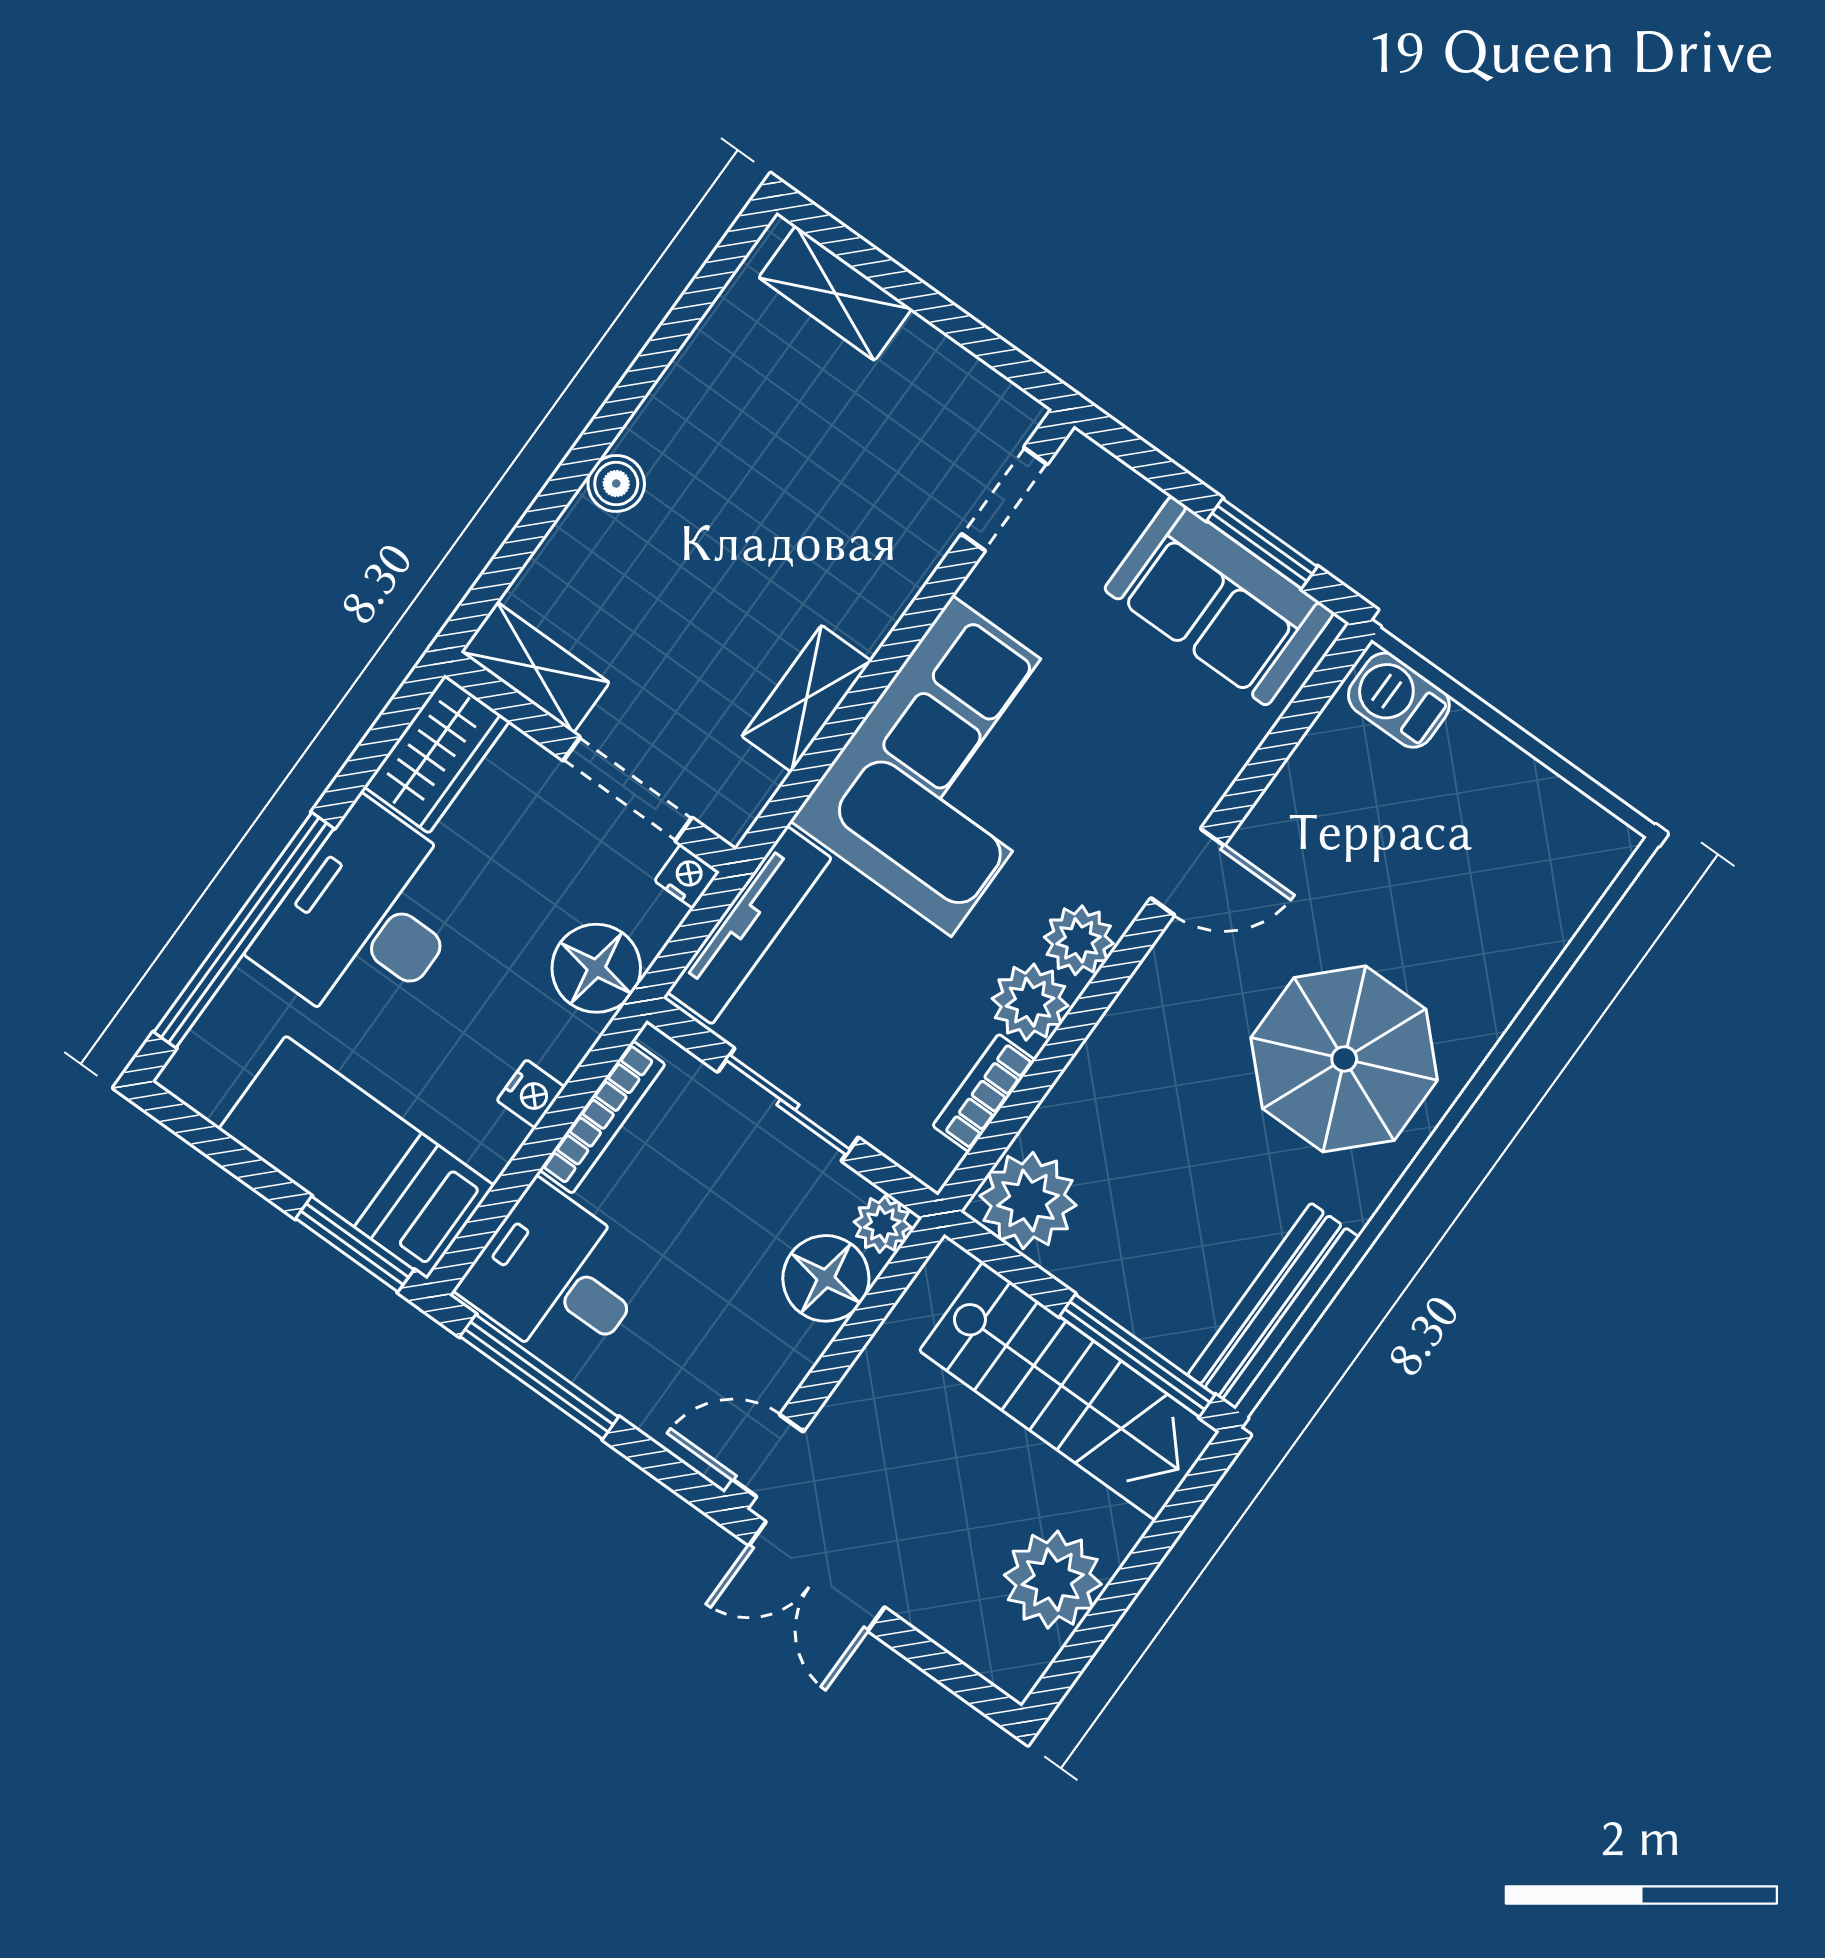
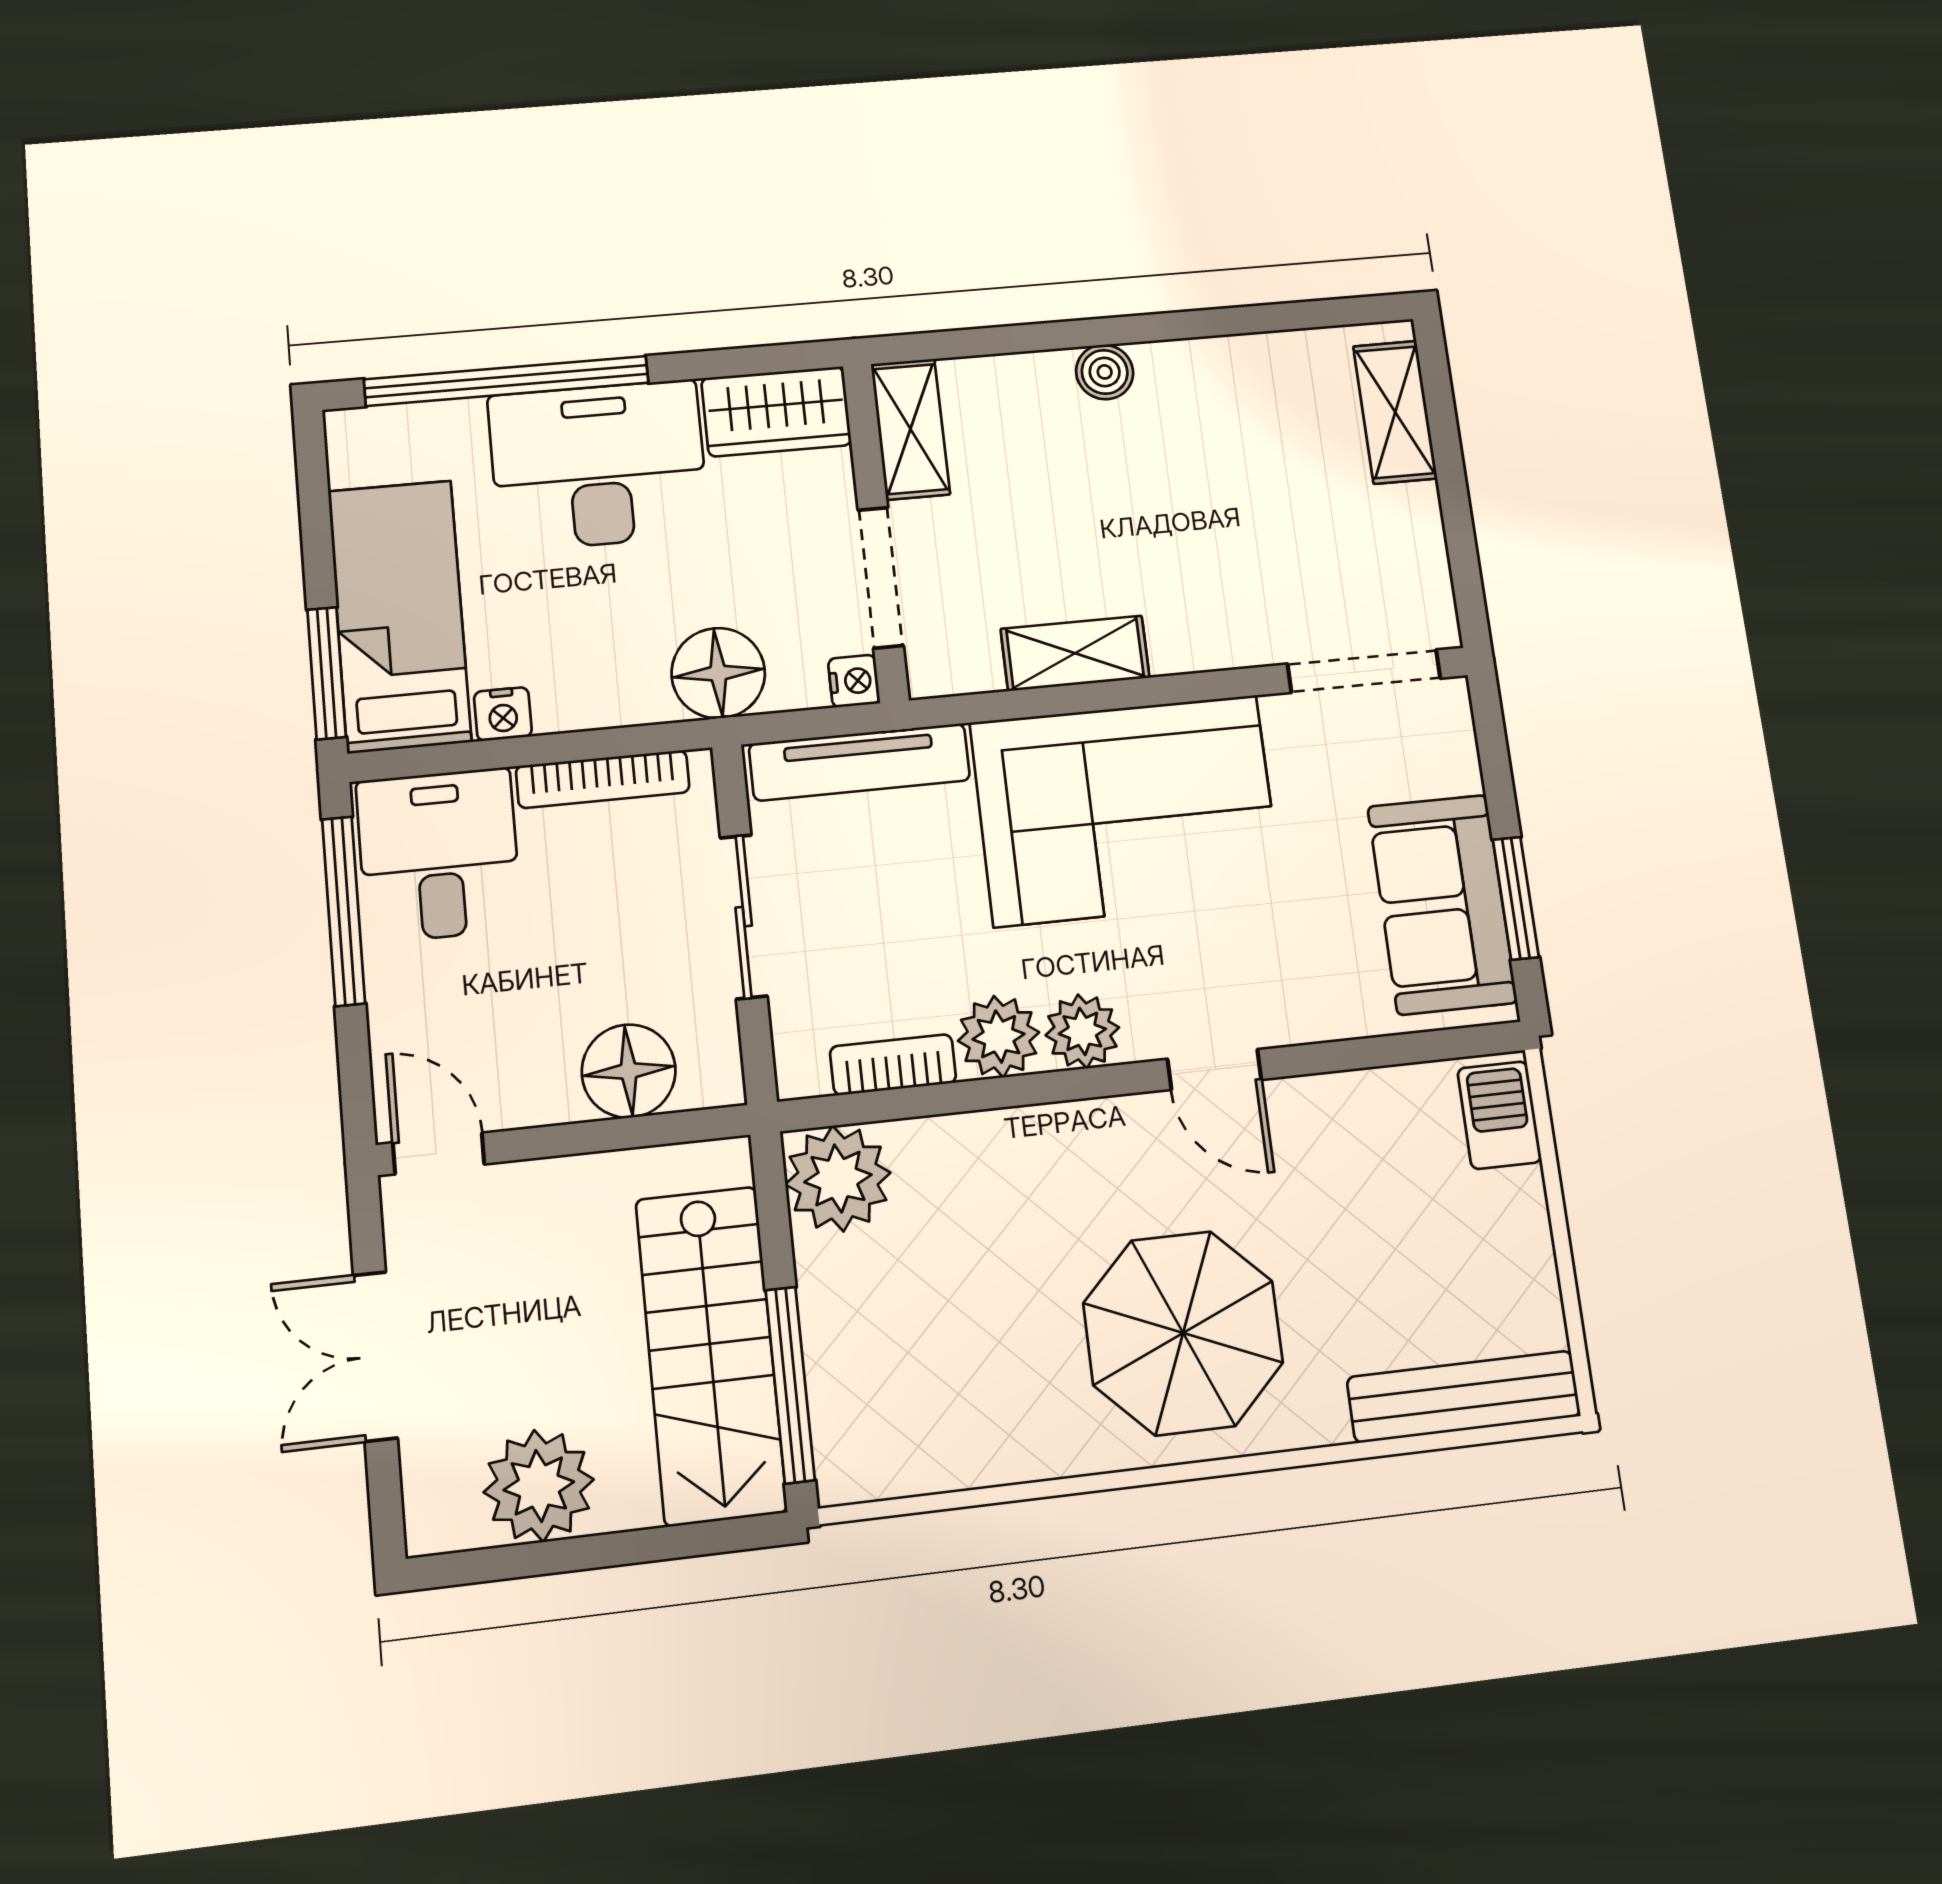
doorway: (1004, 499) -> (1364, 671), width x1.38
nightstand: (531, 1094) -> (503, 714), moved
plant: (882, 1224) -> (714, 1078), removed
bench: (1273, 1306) -> (1464, 1397), moved
double door: (817, 1576) -> (375, 1356), moved

